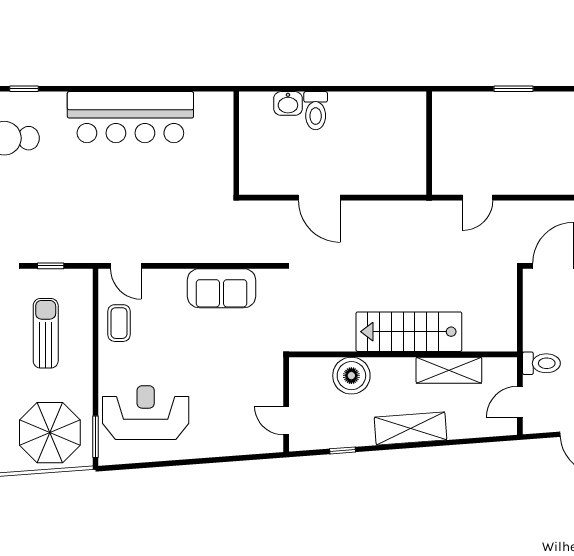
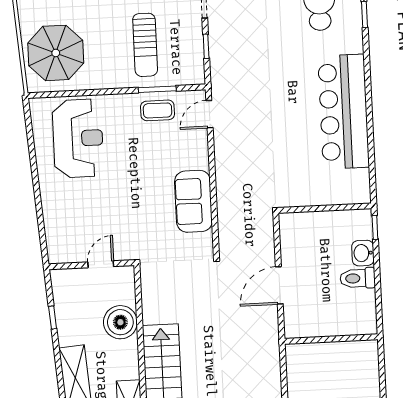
window: (260, 89) -> (375, 227), added
wall: (429, 143) -> (331, 339), moved
sun lounger: (46, 333) -> (145, 45), turned 90
door: (286, 421) -> (101, 264), moved
window: (96, 437) -> (157, 89), moved

